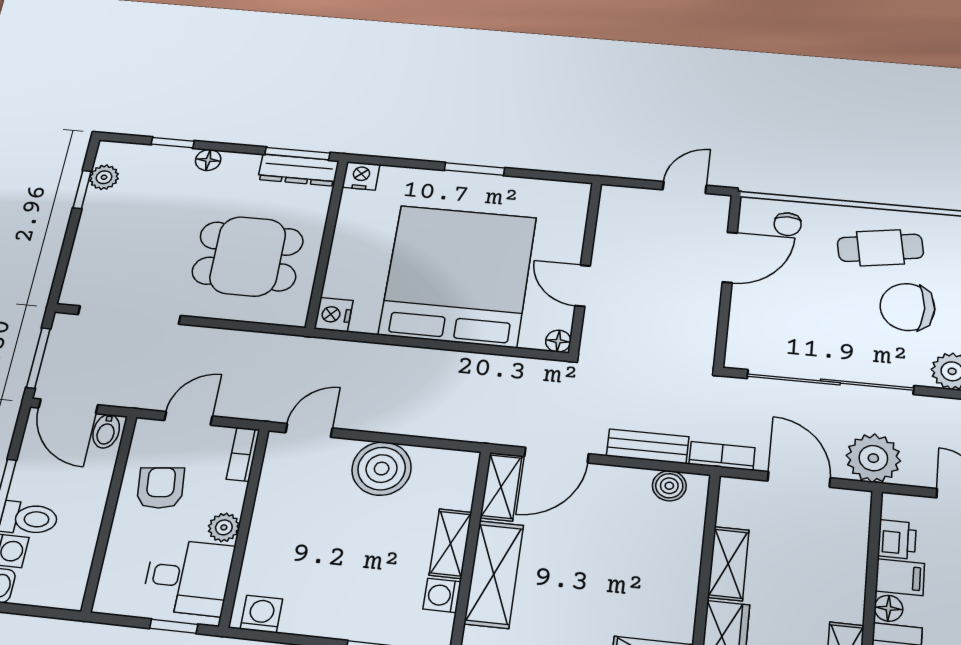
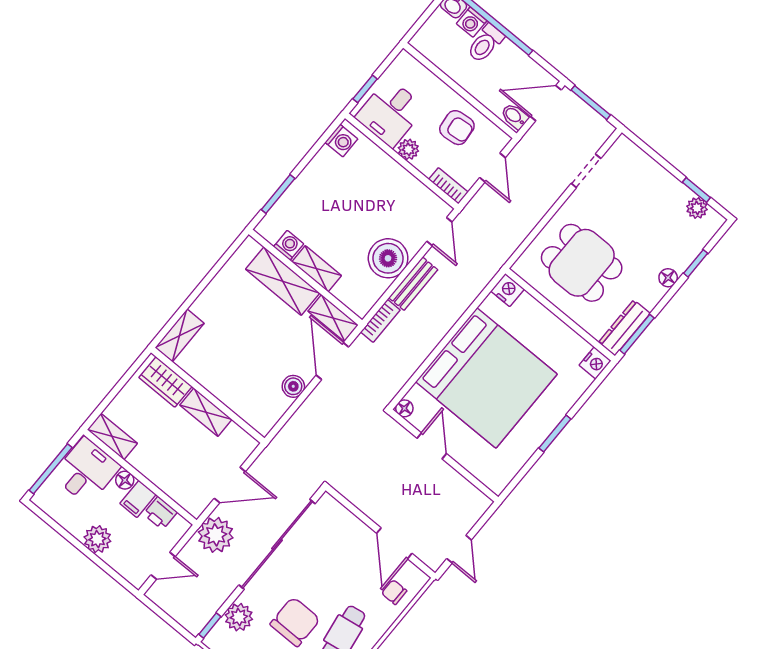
dining table: (248, 256) -> (582, 263), turned 90
door: (583, 286) -> (432, 446), hinge flipped
doorway: (129, 315) -> (586, 171), width x0.53
bench: (648, 446) -> (413, 284), moved
bookcase: (722, 456) -> (380, 321), moved
boiler: (669, 486) -> (293, 386), moved

